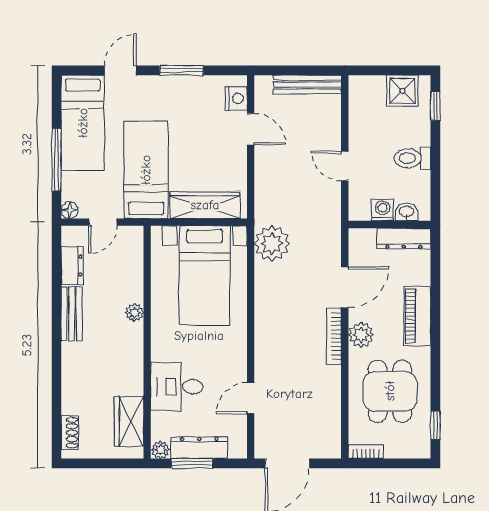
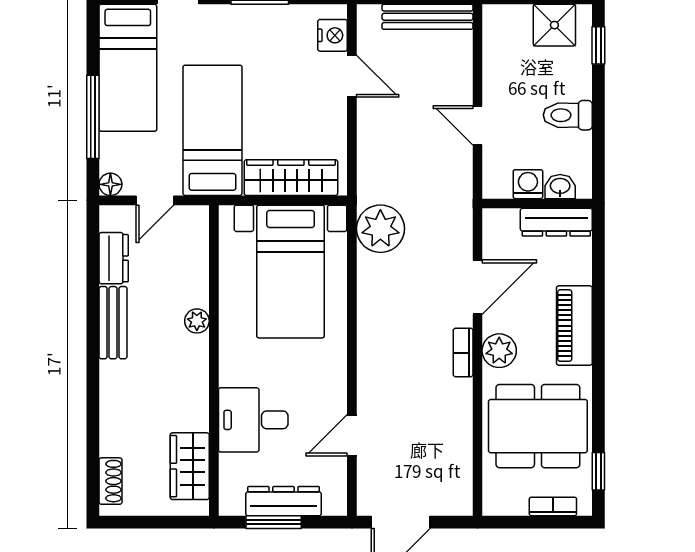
bookcase: (334, 336) -> (463, 353), width x0.64
dining table: (390, 391) -> (538, 426), width x1.38
plant: (160, 450) -> (232, 504), removed
bookcase: (366, 452) -> (553, 506), moved

